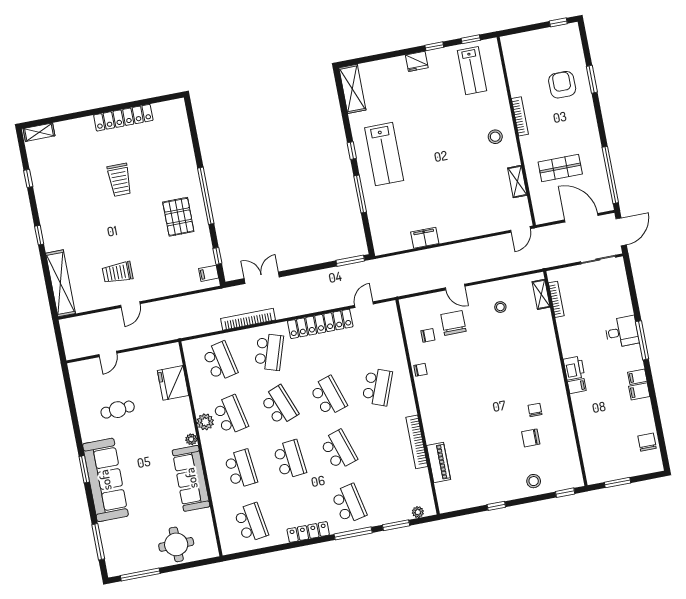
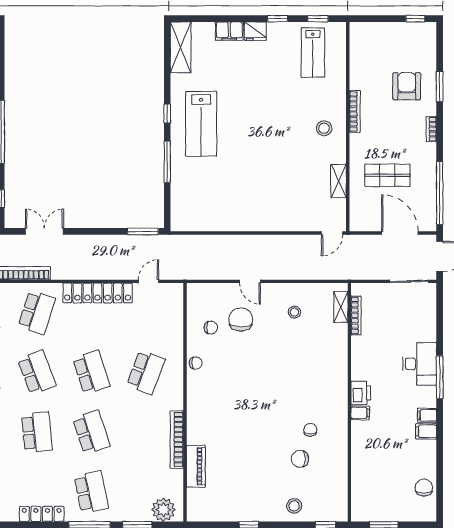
bookcase: (592, 119) -> (431, 129), added
filing cabinet: (425, 238) -> (229, 31), moved, turned 180
desk: (622, 332) -> (420, 364), width x1.37
plant: (418, 512) -> (163, 510), width x1.88, depth x1.88

